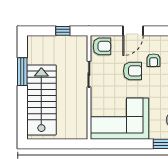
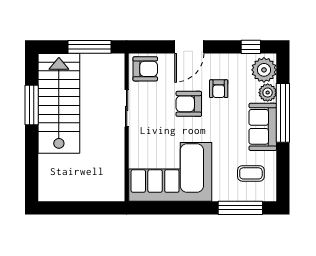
window: (63, 31) -> (90, 47), width x2.17
armchair: (133, 71) -> (189, 104), turned 180
stairs: (41, 100) -> (59, 103), moved

